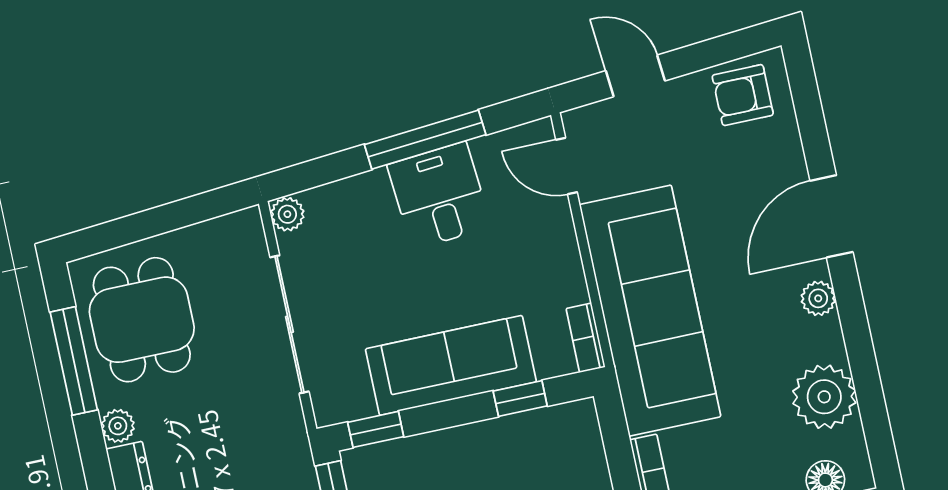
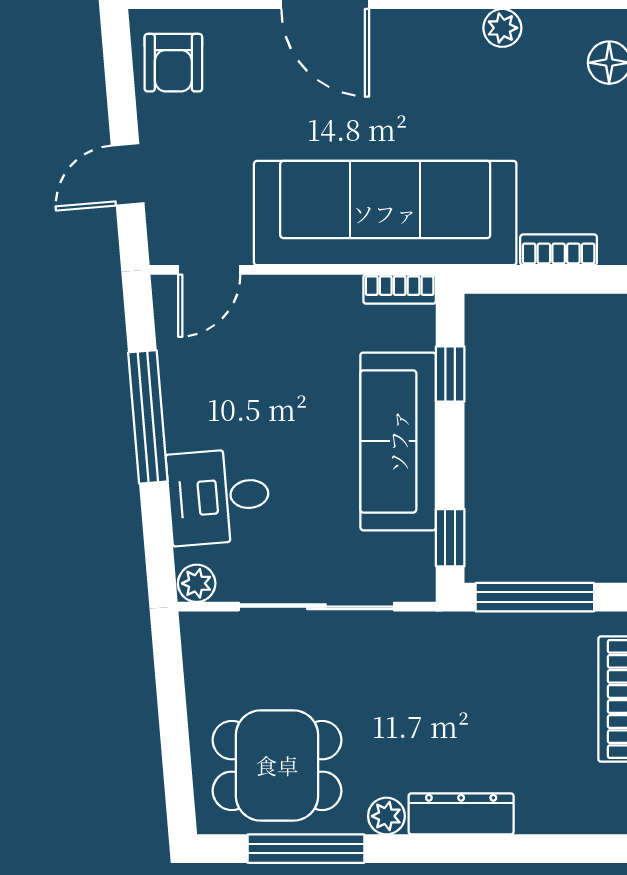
desk: (439, 196) -> (219, 497), moved
plant: (818, 298) -> (411, 28), removed
plant: (824, 397) -> (502, 28), width x0.53, depth x0.53

